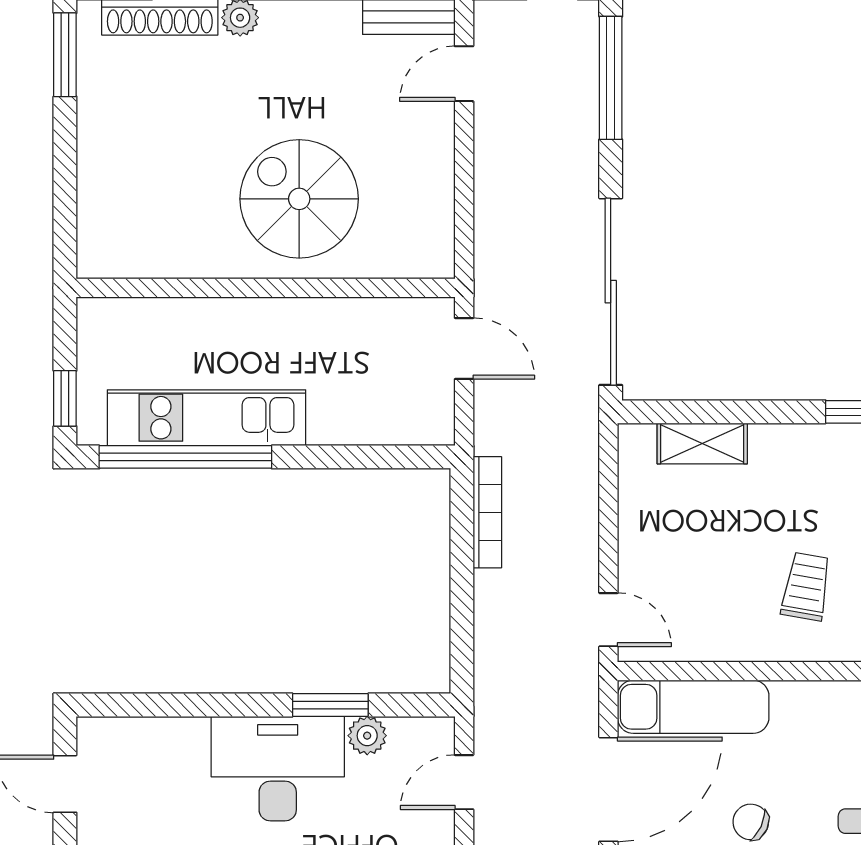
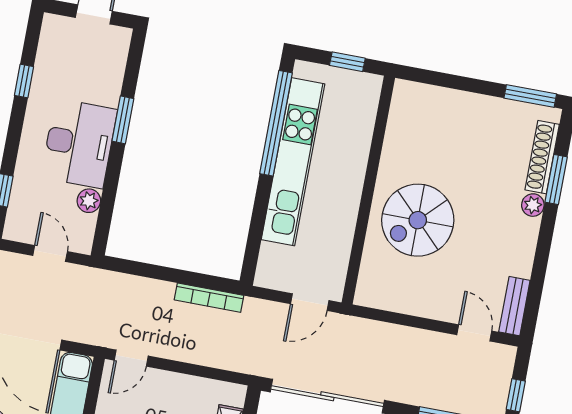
spiral stairs: (299, 199) -> (418, 220), turned 180
window: (65, 398) -> (347, 62), moved
kitchen unit: (206, 418) -> (293, 162), width x1.36
window: (330, 705) -> (123, 120), moved

